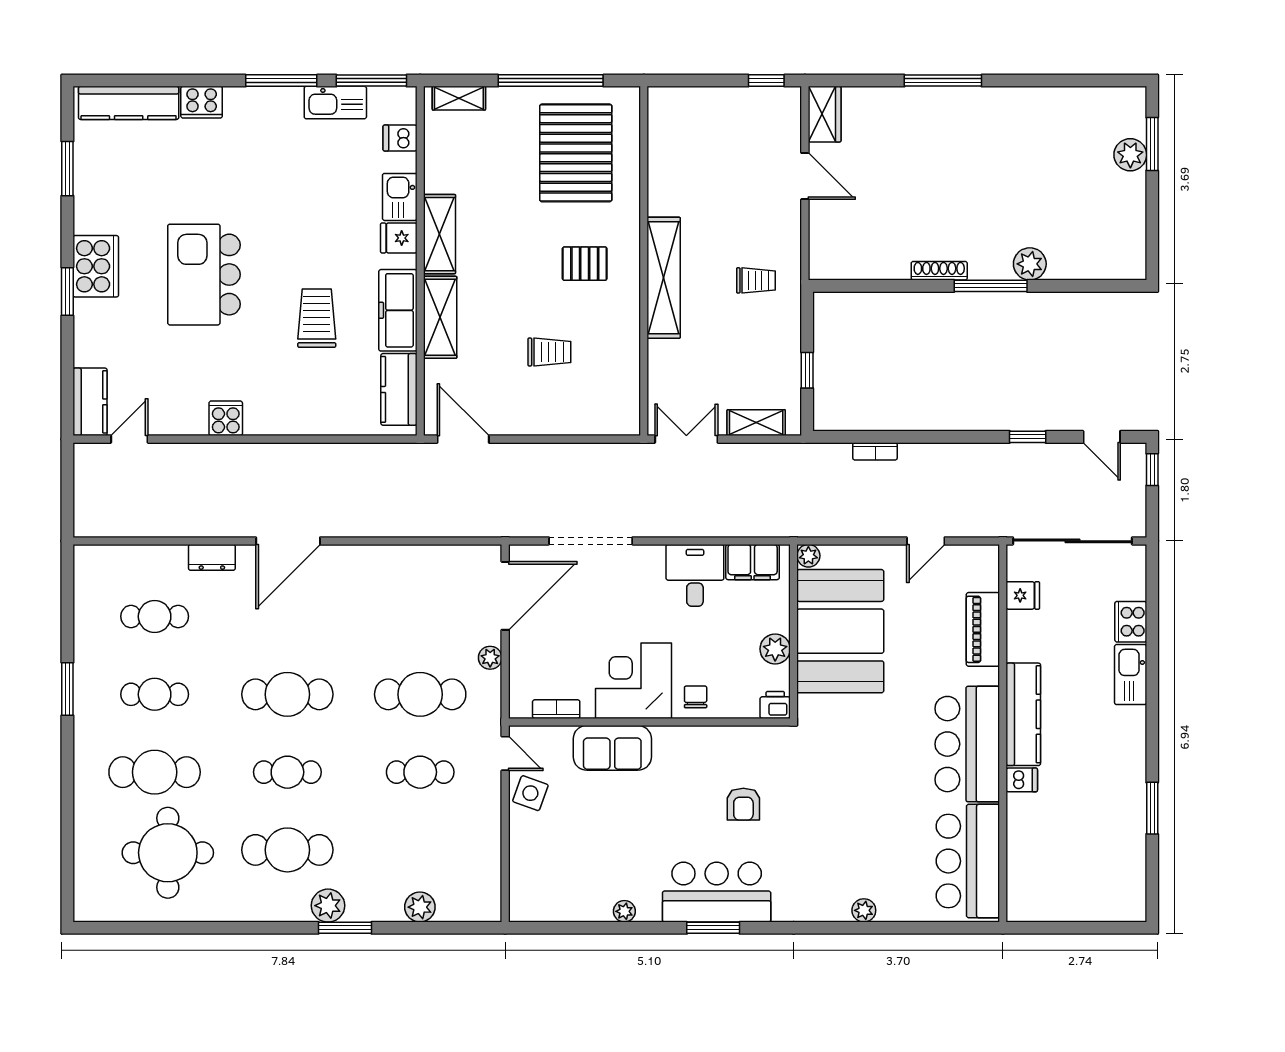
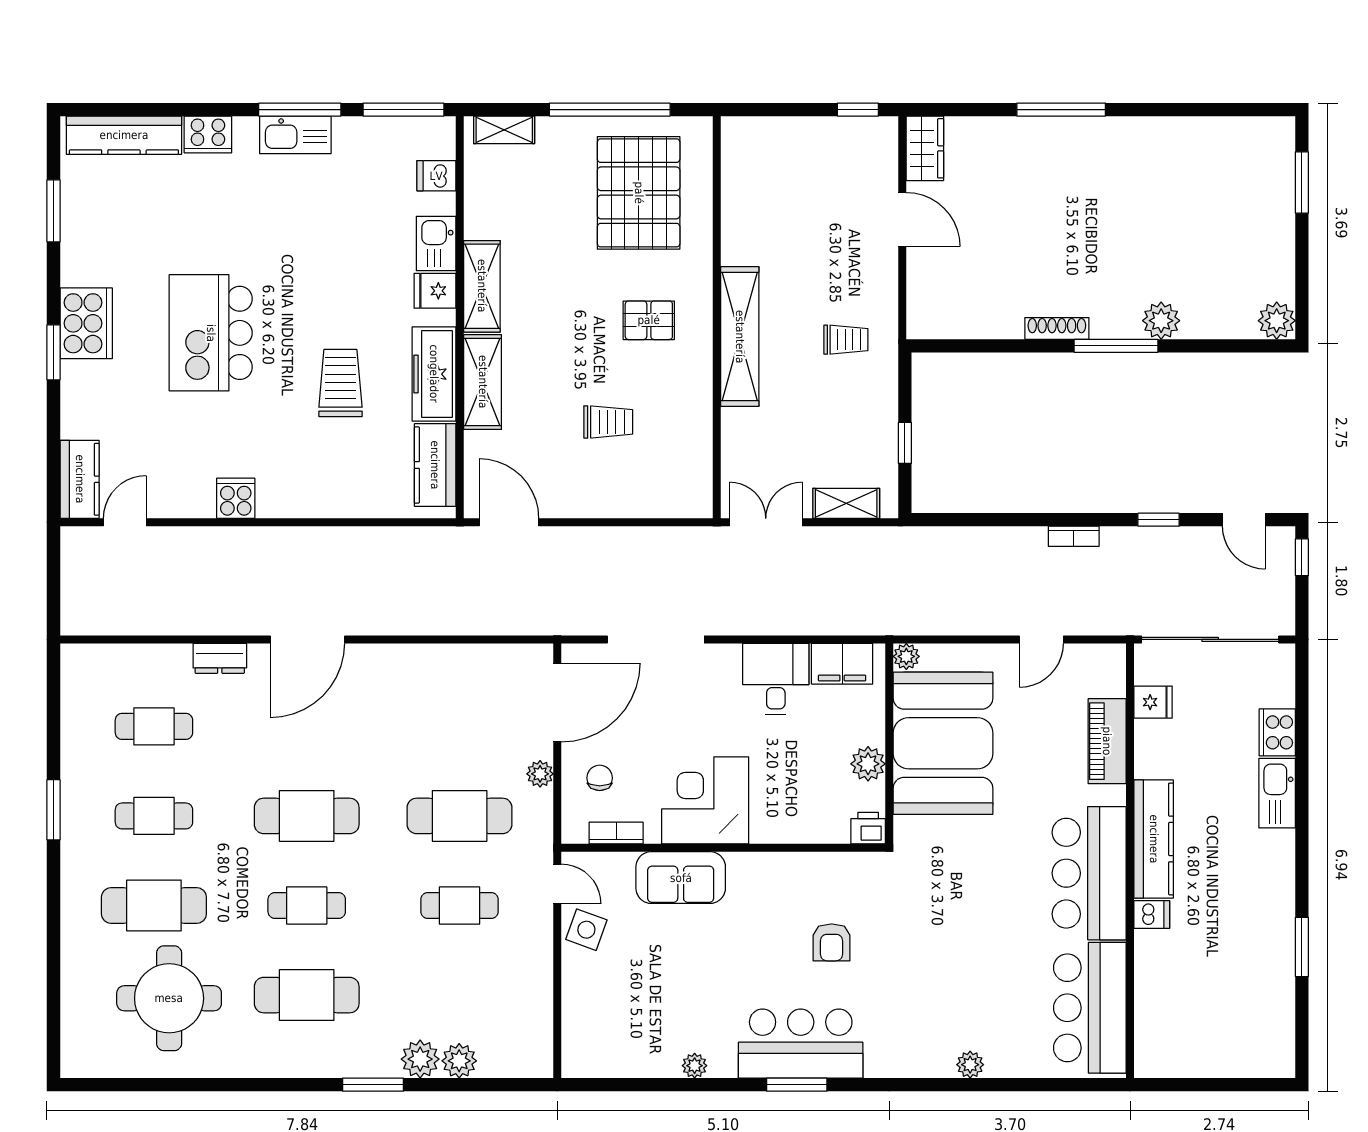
kitchen sink: (335, 103) -> (295, 135), moved
plant: (1130, 155) -> (1277, 321), moved
bookcase: (875, 451) -> (1074, 536), moved
chair: (696, 697) -> (600, 778), moved
plant: (328, 906) -> (420, 1059), moved

